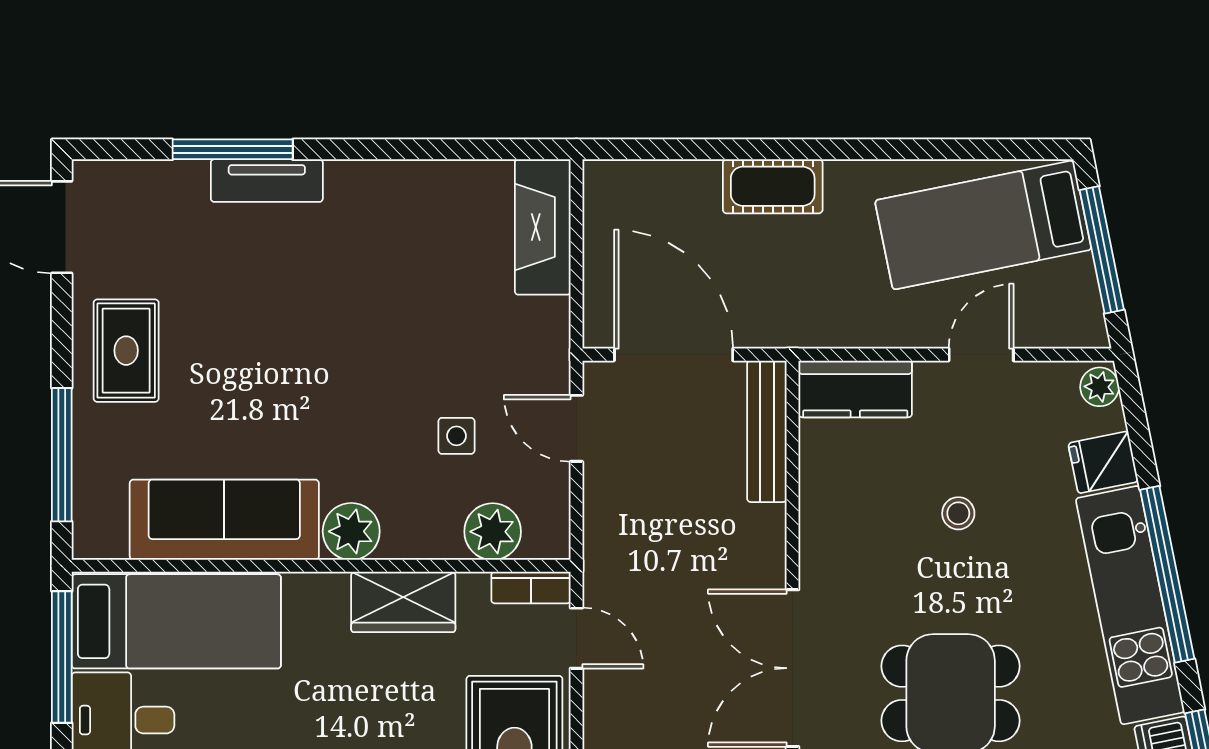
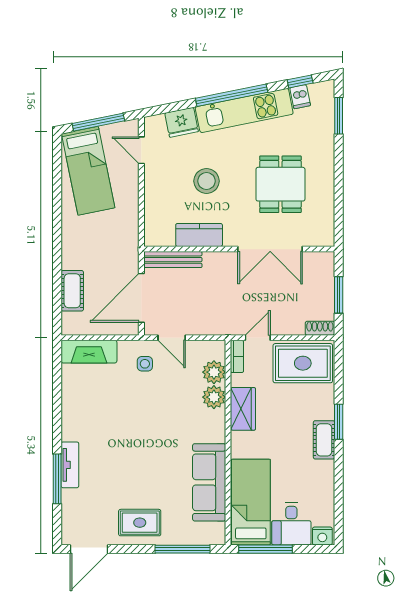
cot: (773, 186) -> (72, 291), moved
door: (981, 355) -> (141, 150), moved
plant: (1100, 387) -> (155, 123), removed
kitchen counter: (855, 389) -> (199, 235), moved, turned -90
door: (576, 428) -> (172, 338), hinge flipped
side table: (456, 436) -> (145, 364), moved
fridge: (1103, 462) -> (182, 122), width x1.38
stool: (958, 513) -> (206, 181), width x1.89, depth x1.89
plant: (351, 531) -> (214, 397), moved

